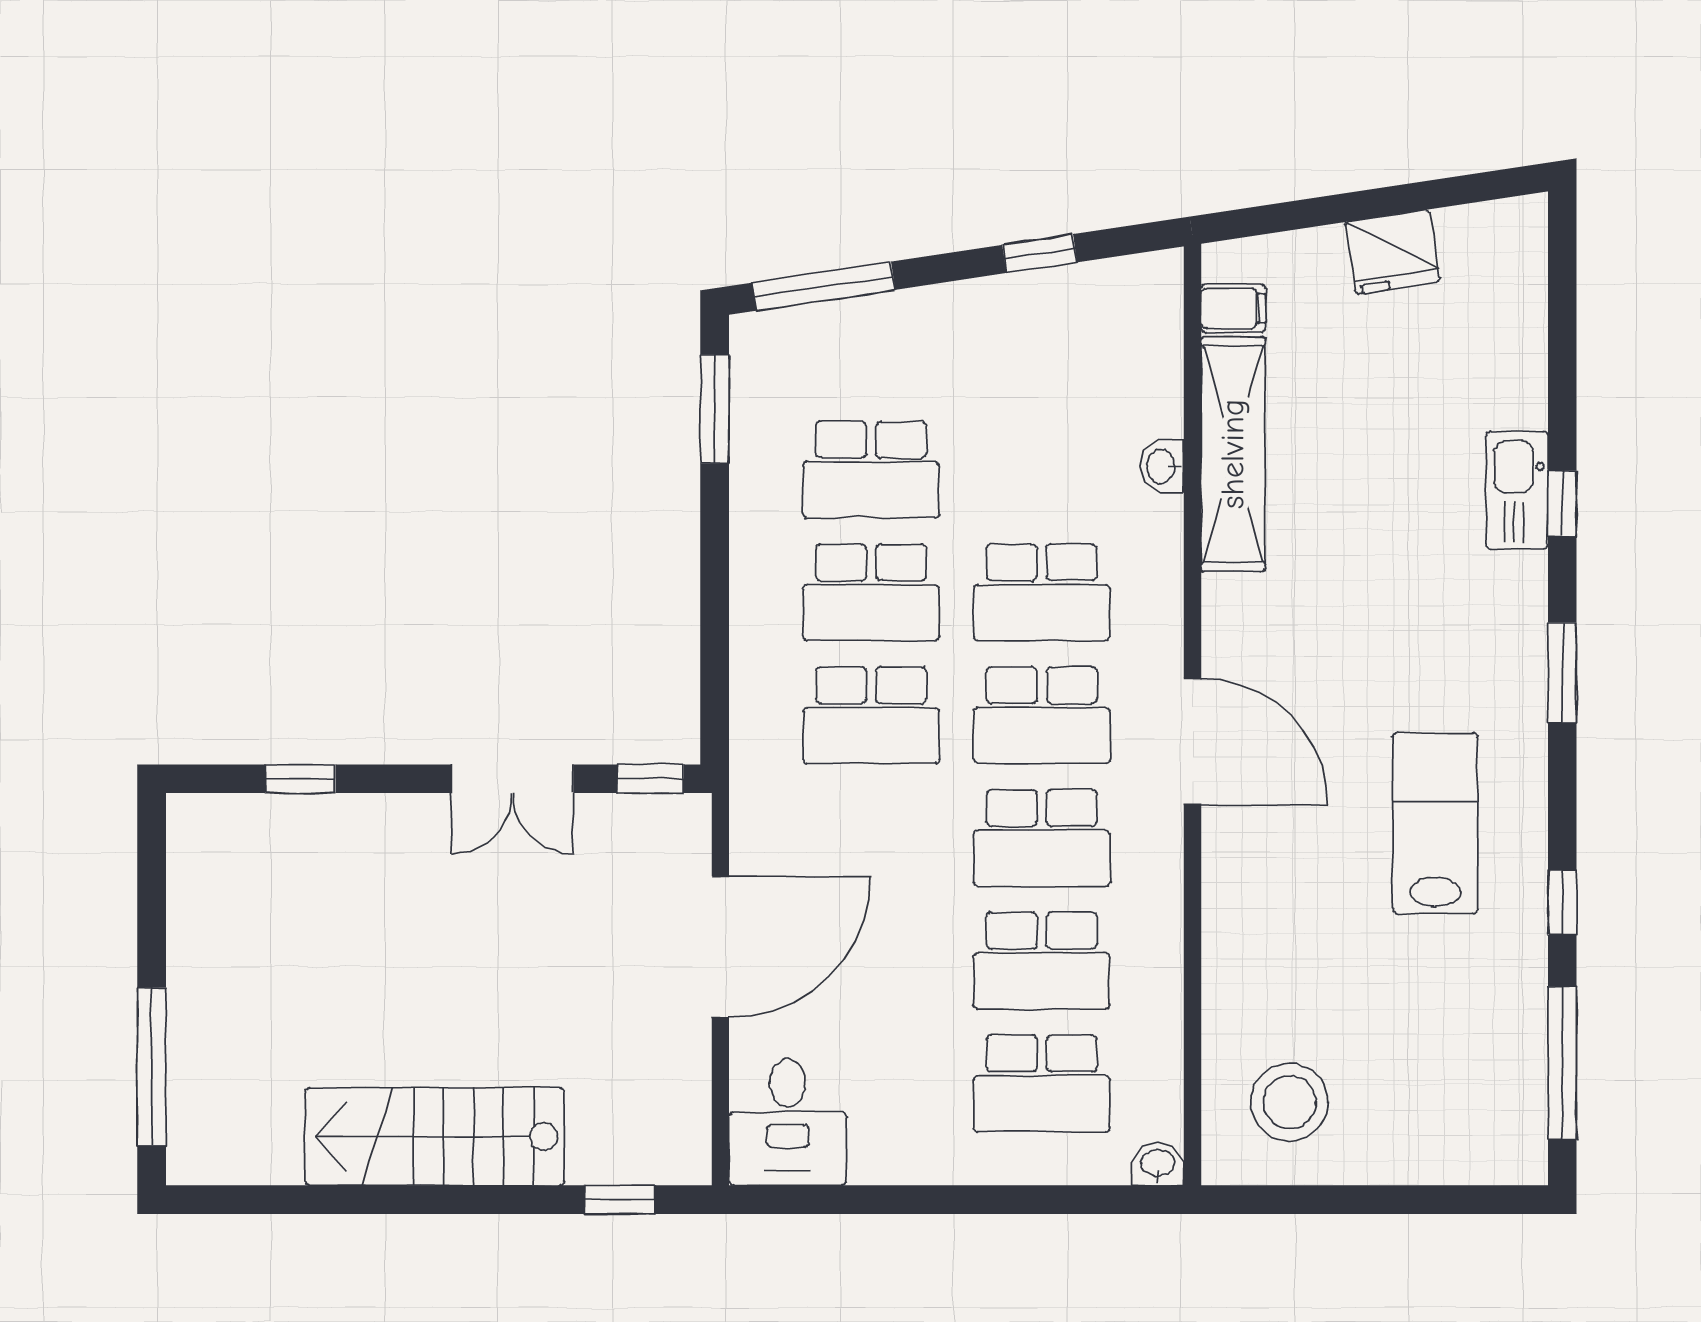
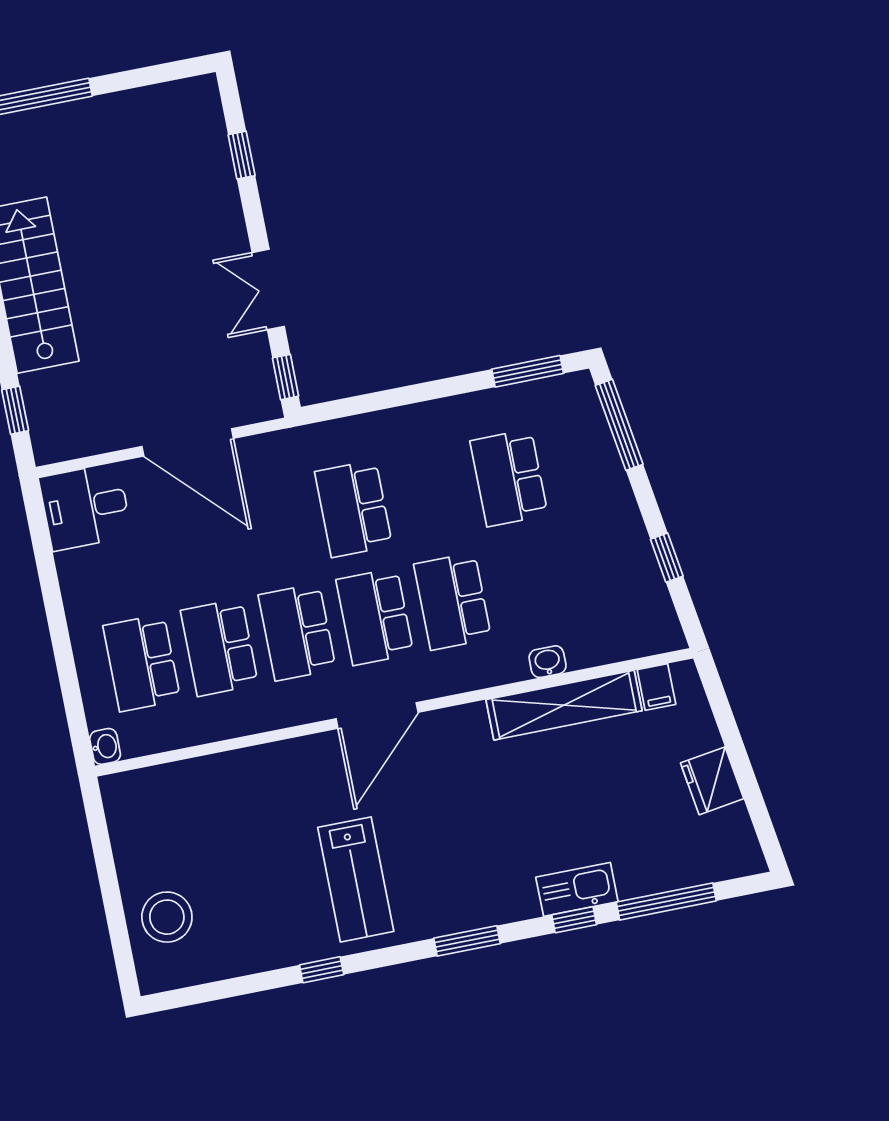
school desk: (871, 592) -> (431, 493), removed
lab bench: (1435, 823) -> (356, 879), turned 90
window: (1562, 1063) -> (666, 902), moved
stool: (1290, 1102) -> (167, 917), moved

